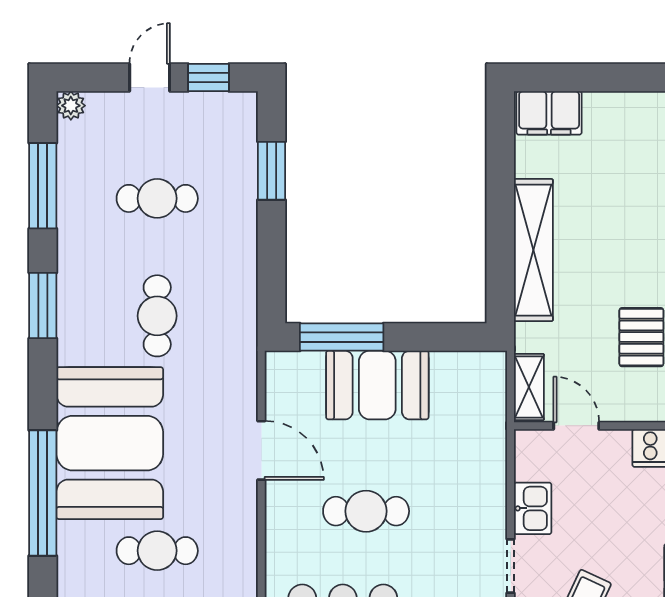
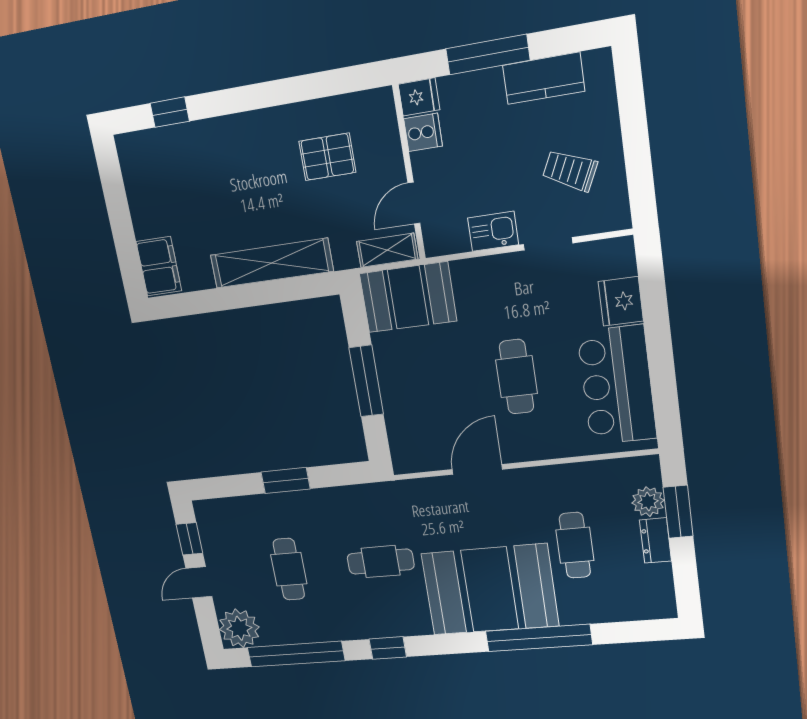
door: (150, 77) -> (199, 582), hinge flipped
plant: (71, 106) -> (239, 628), width x1.87, depth x1.87
window: (272, 171) -> (286, 480), moved
window: (43, 186) -> (296, 654), width x1.46
window: (43, 306) -> (388, 648), width x0.67
window: (342, 337) -> (366, 381), moved
booth: (377, 385) -> (408, 297), moved, turned 90

